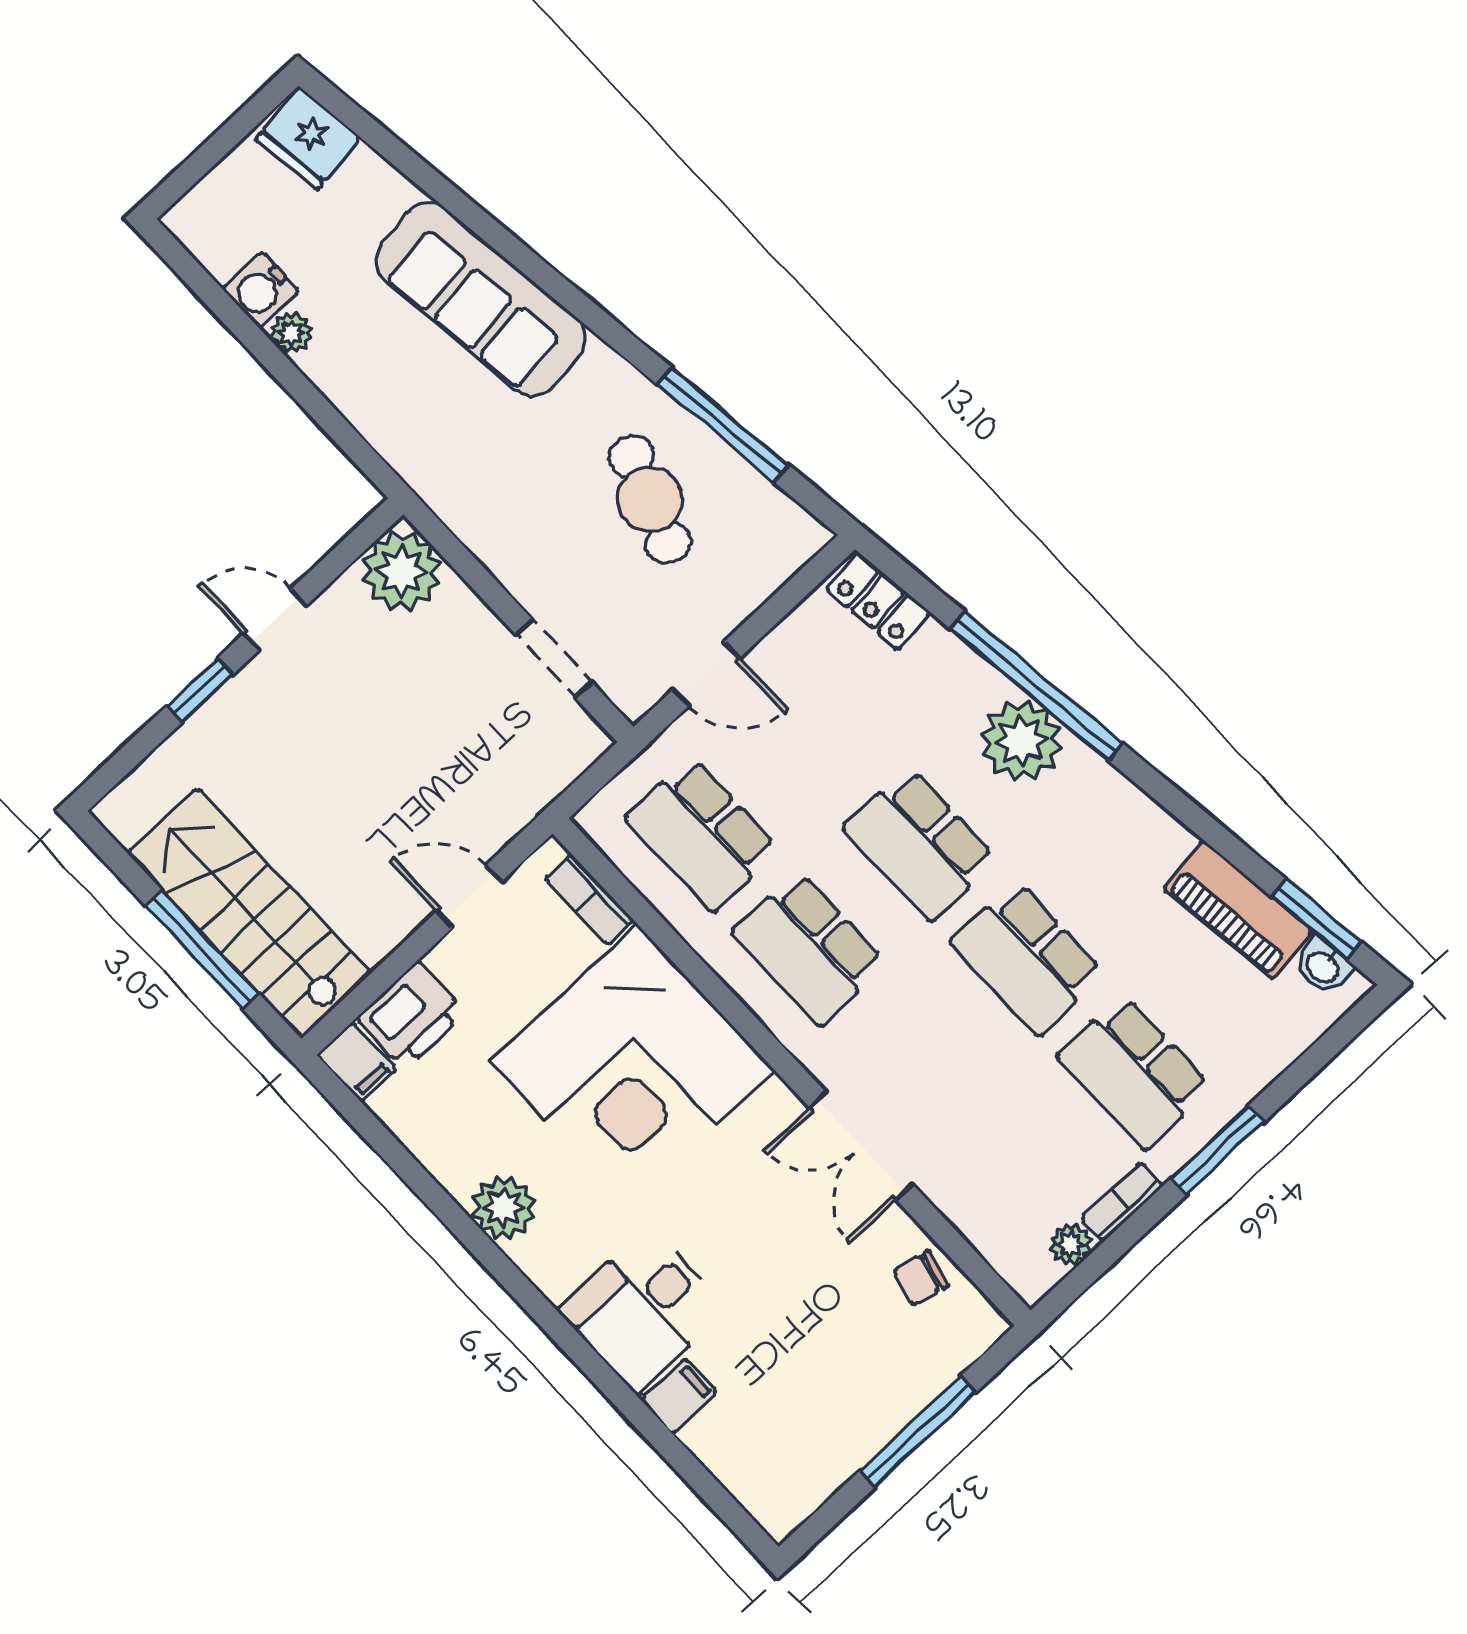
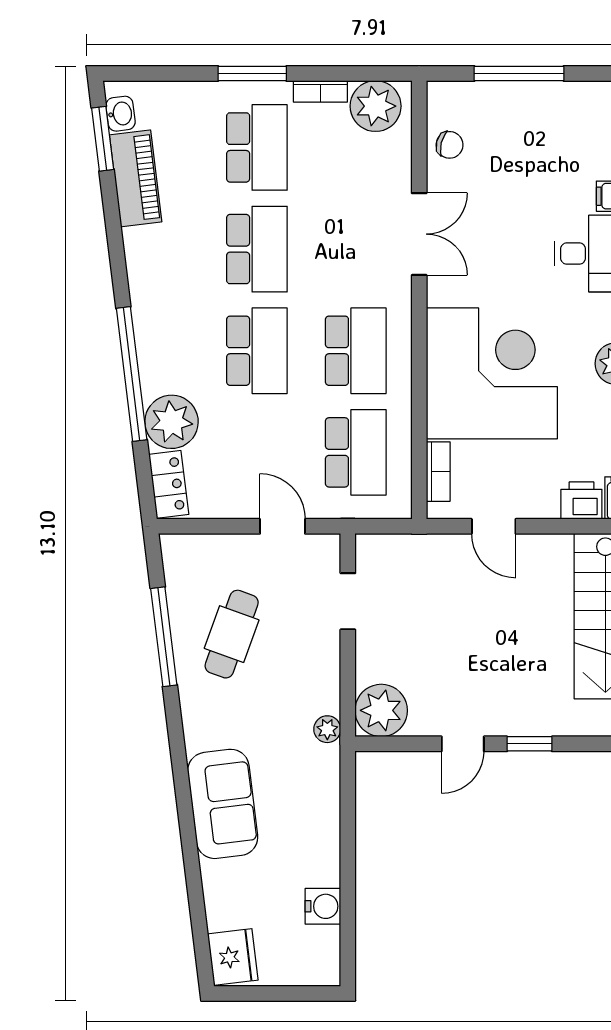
sofa: (481, 299) -> (223, 804), width x0.73
plant: (292, 333) -> (327, 729), moved
door: (275, 620) -> (463, 744), hinge flipped
plant: (1021, 741) -> (172, 422), moved
printer: (411, 1015) -> (581, 501), width x0.73, depth x0.81
plant: (1071, 1244) -> (376, 106), width x1.87, depth x1.87

